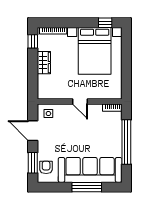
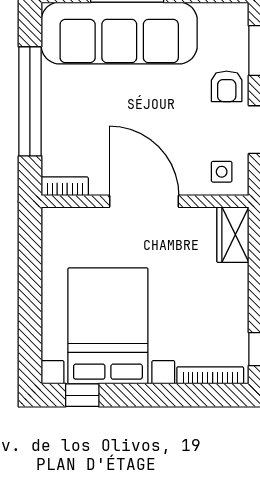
wardrobe: (44, 63) -> (233, 235), moved
door: (80, 101) -> (144, 201), width x1.88
armchair: (46, 167) -> (227, 86), moved

